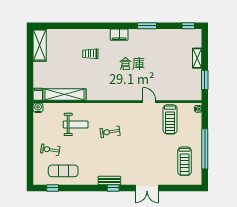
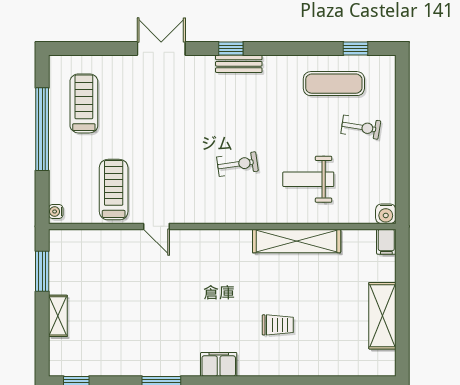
shelving: (40, 45) -> (382, 316), moved
shelving: (65, 94) -> (297, 241), moved

